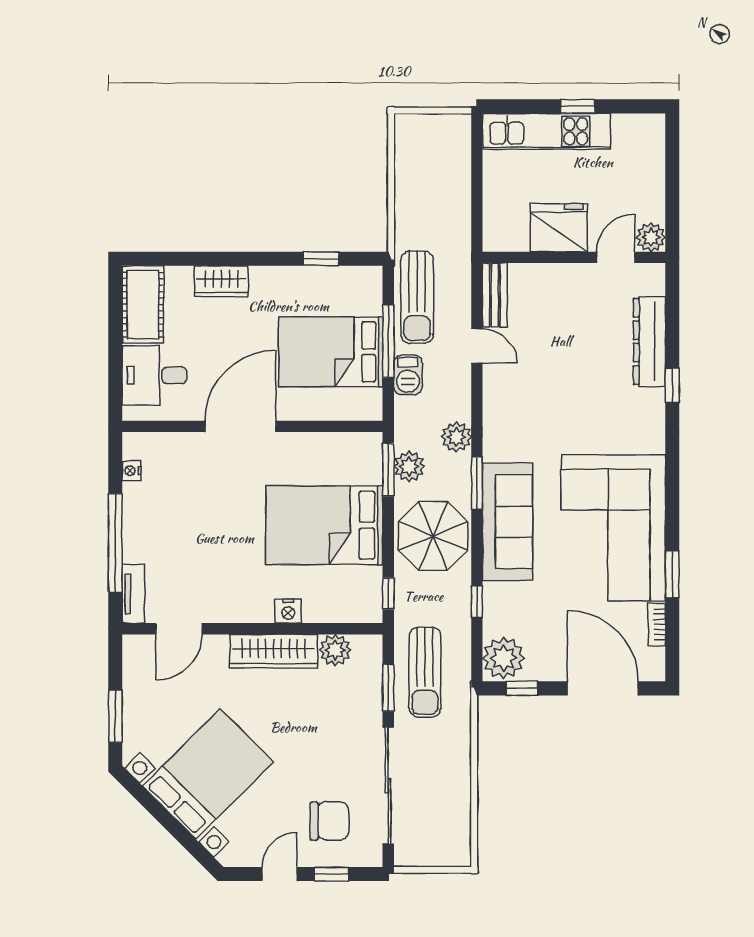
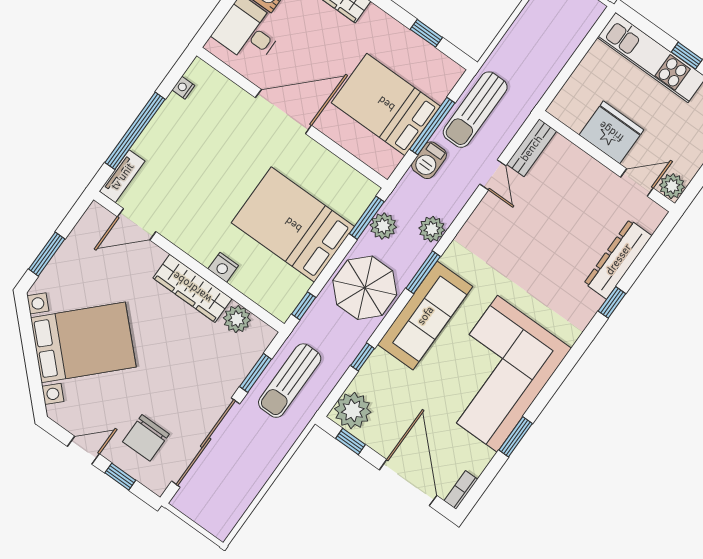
bookcase: (657, 625) -> (461, 490), moved
chair: (330, 821) -> (146, 438), turned 90

